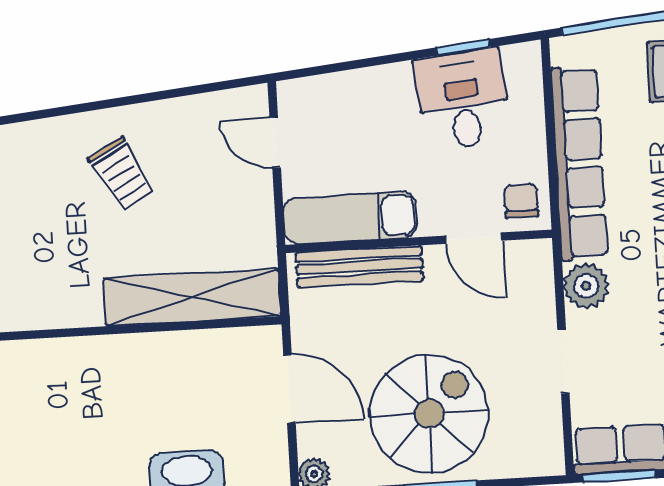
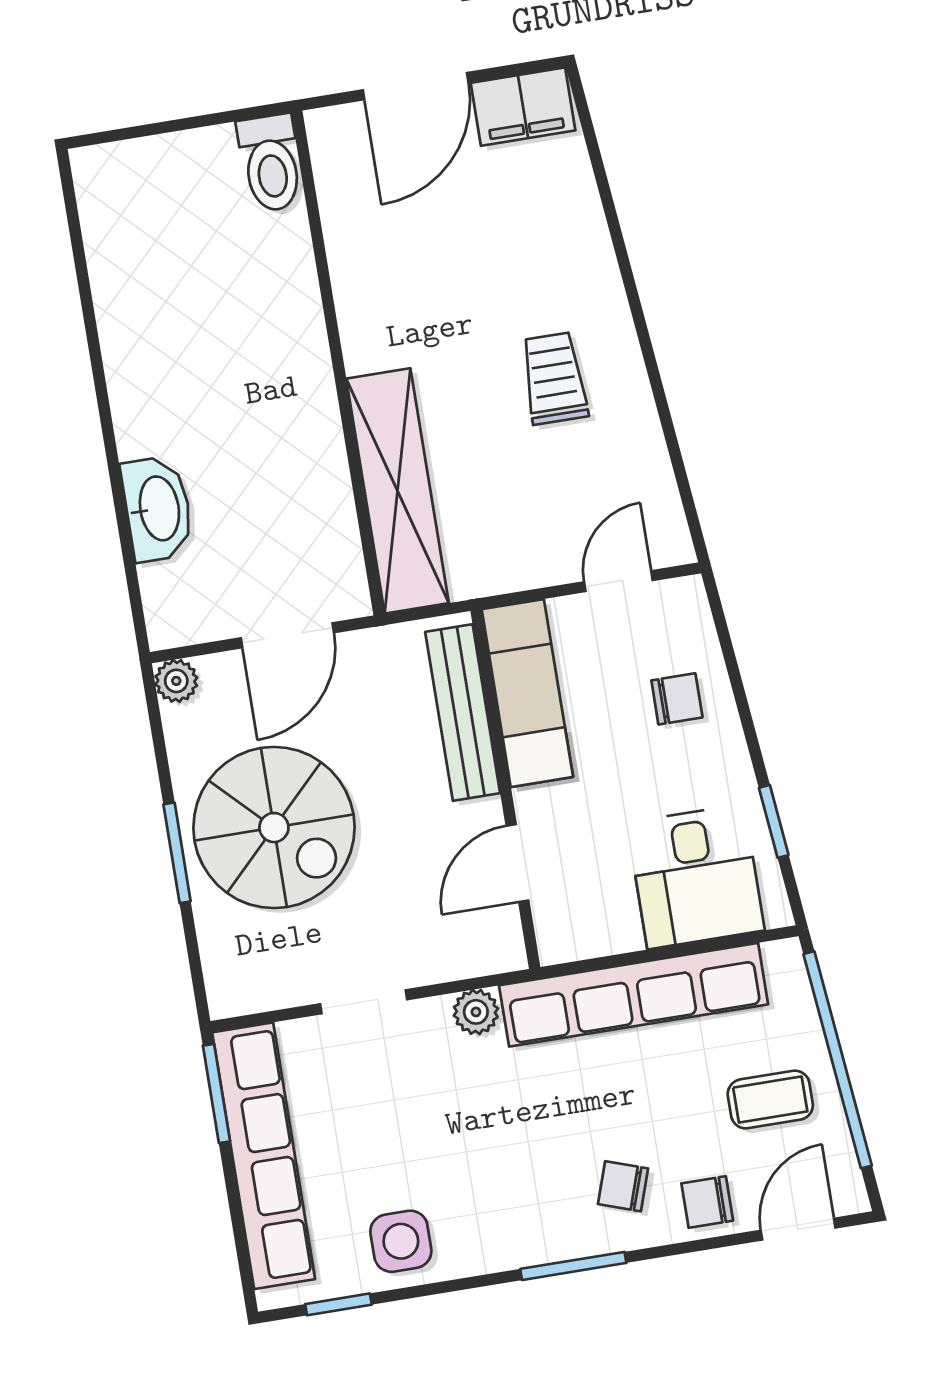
desk: (463, 100) -> (696, 877), moved, turned 96
trolley: (122, 174) -> (554, 378), turned 119
chair: (521, 201) -> (677, 699), moved
plant: (586, 286) -> (476, 1012), width x0.73, depth x0.73

